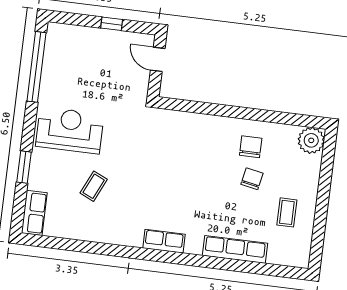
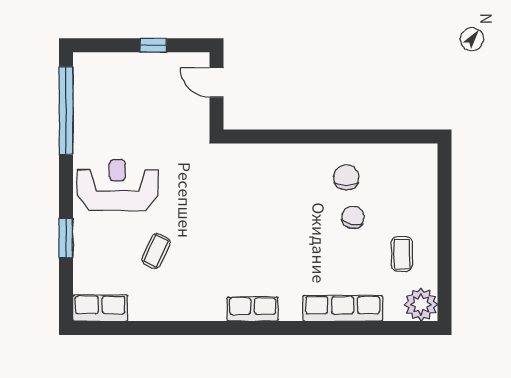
plant: (311, 140) -> (421, 304), moved
row of seats: (34, 213) -> (100, 308), moved, turned -90

